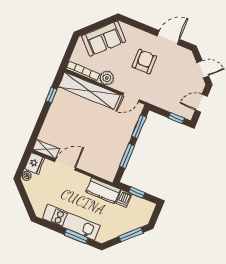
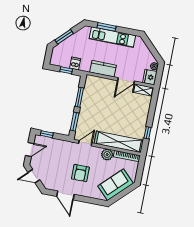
door: (168, 38) -> (65, 195), hinge flipped
kitchen counter: (103, 191) -> (103, 69), moved

